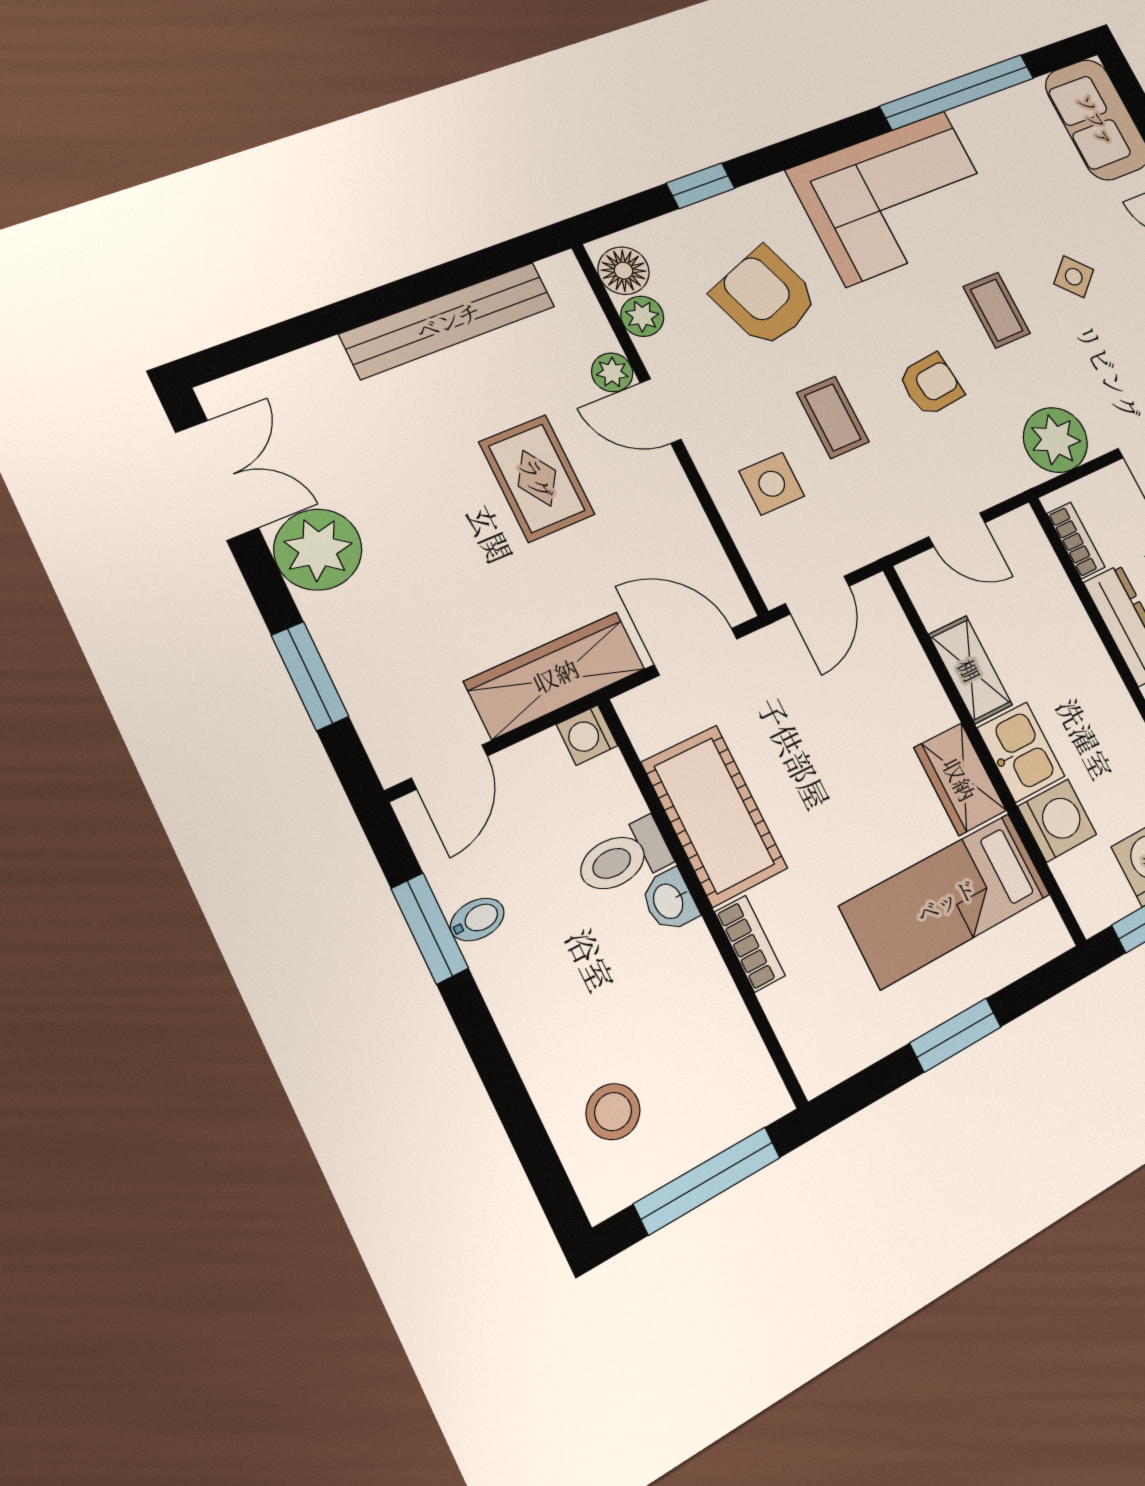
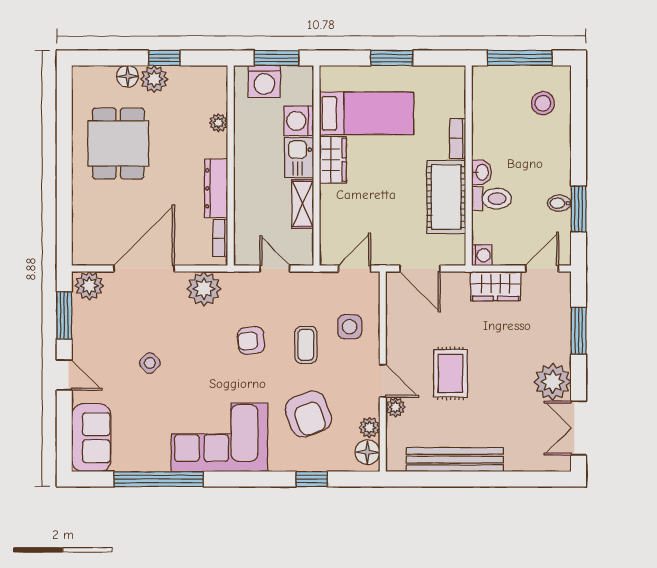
coffee table: (997, 310) -> (199, 363), removed
wardrobe: (555, 675) -> (496, 286), width x0.67

